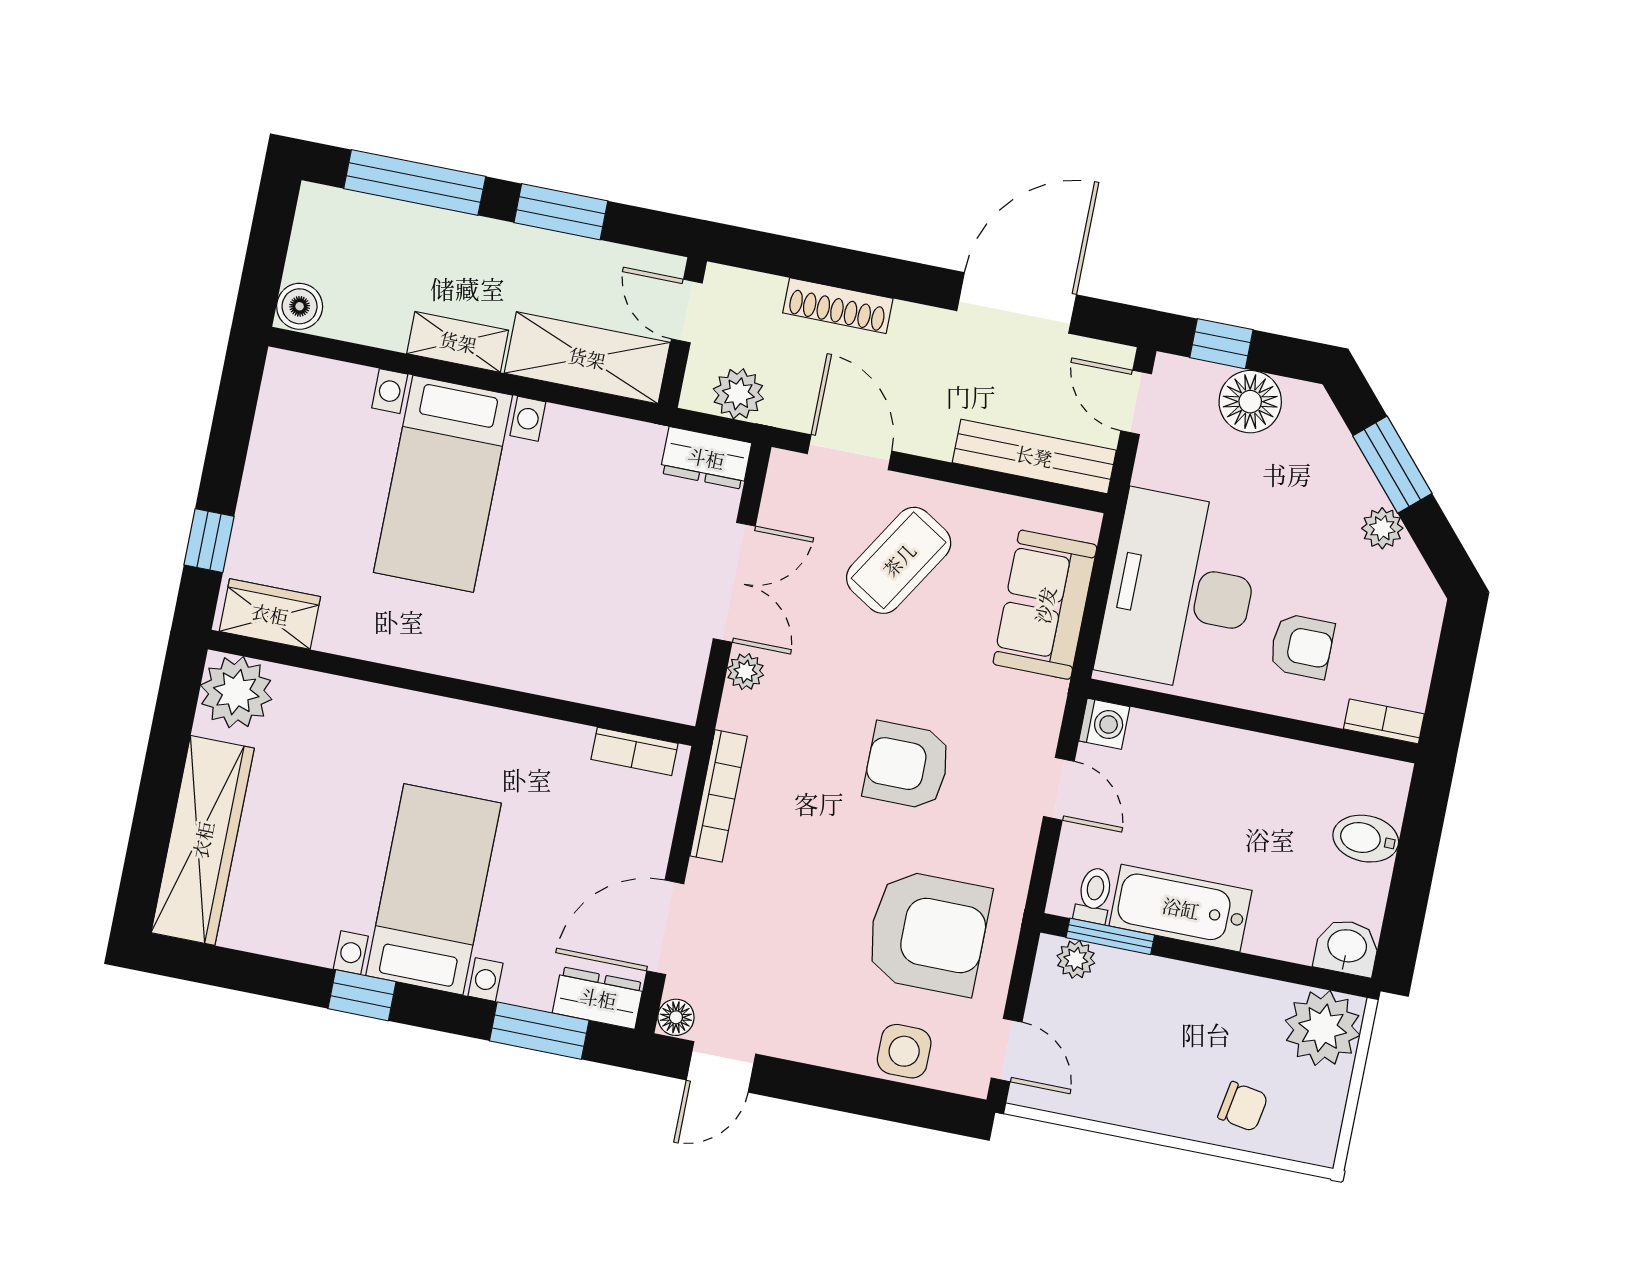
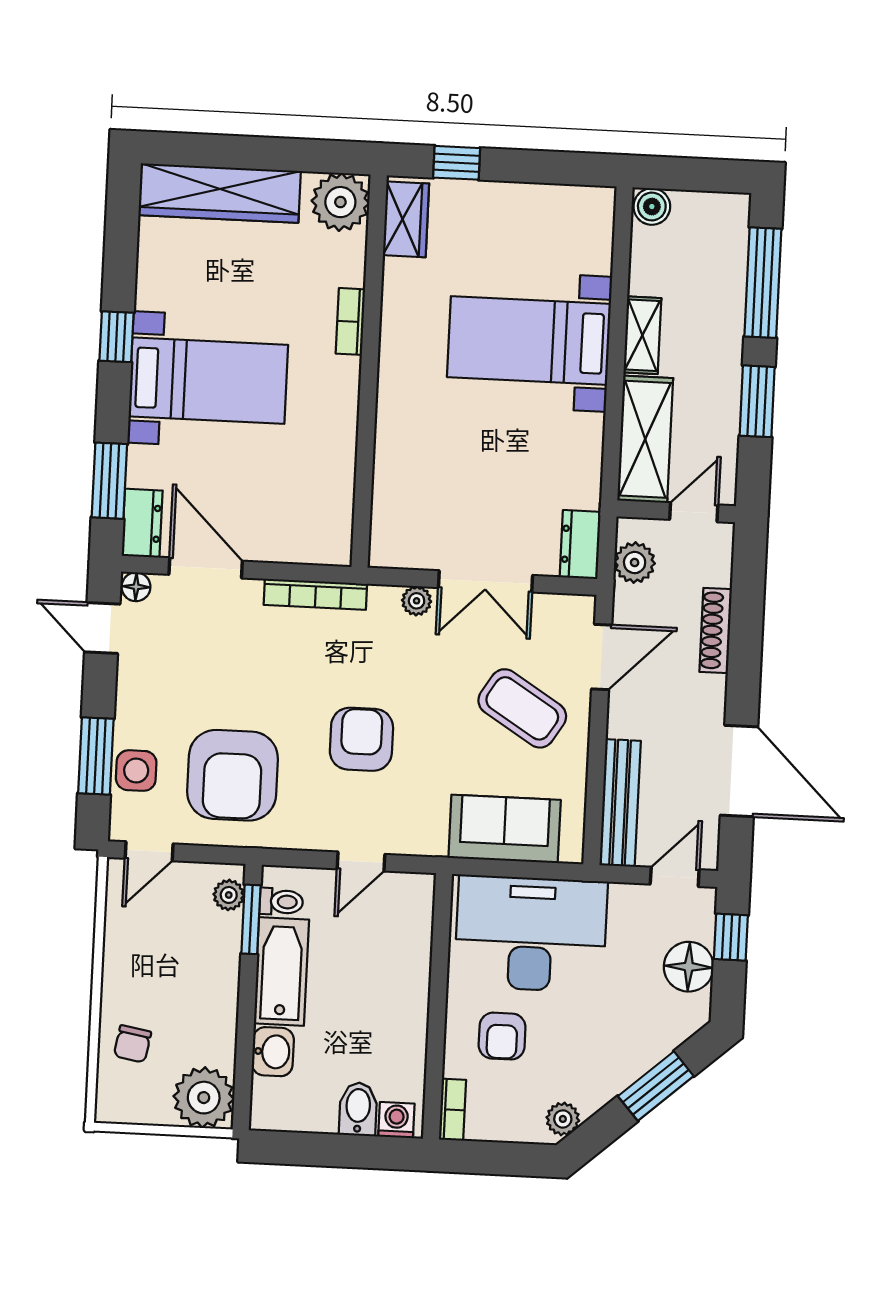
plant: (1382, 528) -> (563, 1119), moved
washing machine: (1104, 724) -> (396, 1120), moved, turned 180
bookcase: (634, 751) -> (350, 321), moved
washbasin: (1347, 947) -> (273, 1052), moved
window: (879, 1098) -> (96, 756), added

